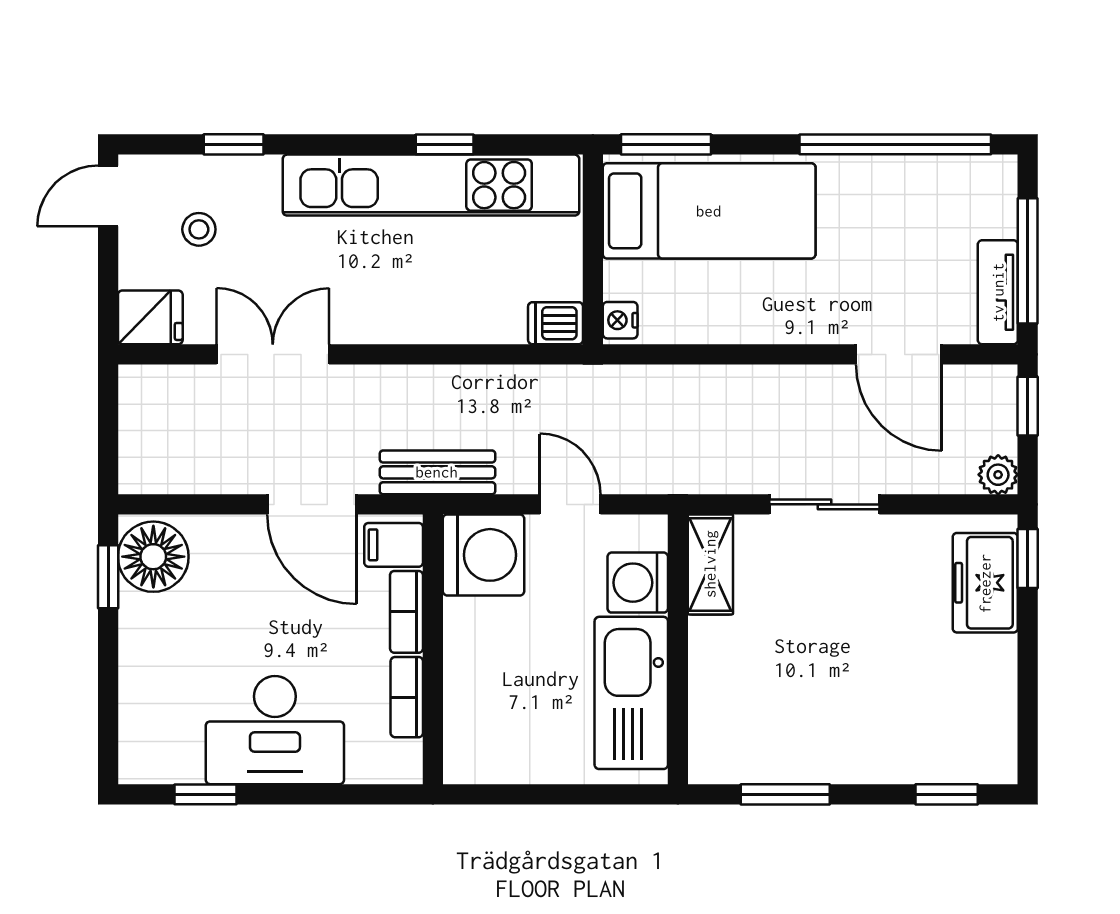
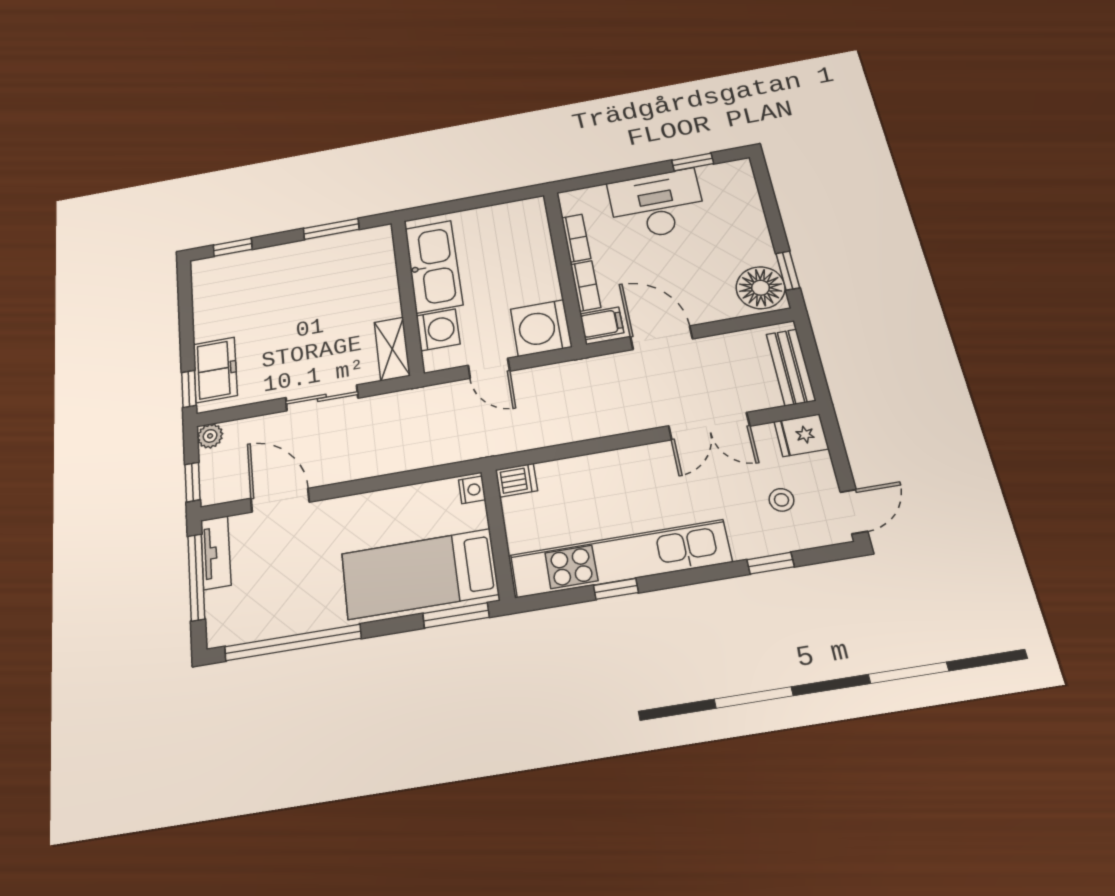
bench: (437, 472) -> (791, 367), moved, turned 90

